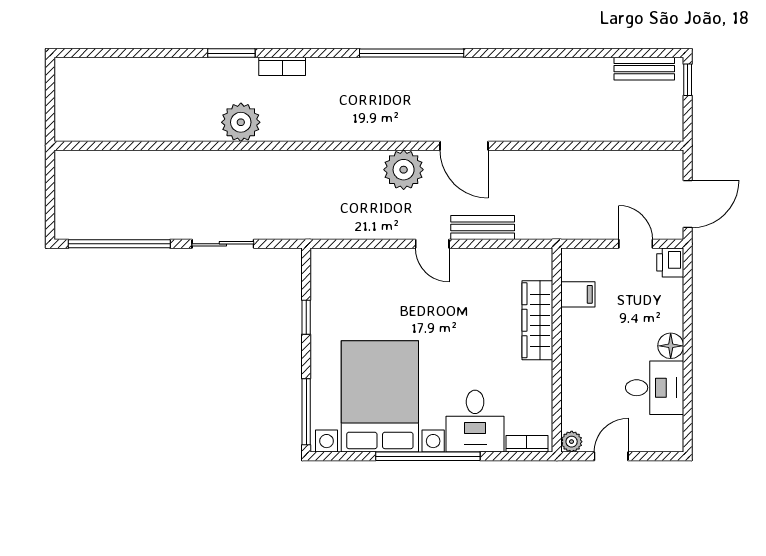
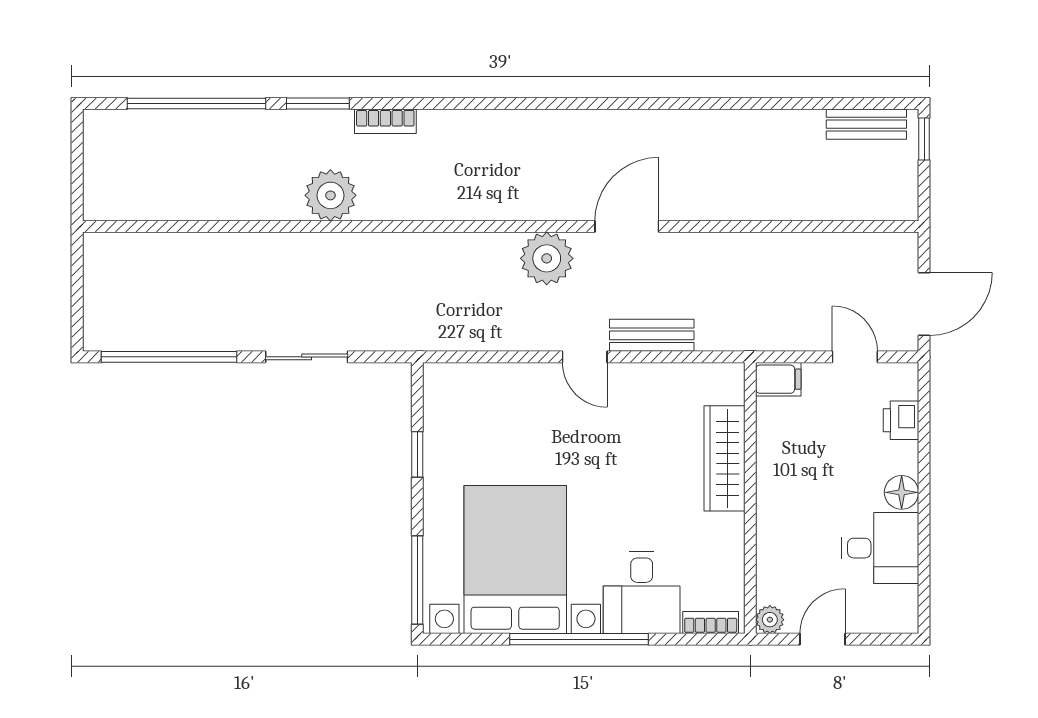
window: (412, 53) -> (197, 103), moved
door: (464, 146) -> (627, 227), swing flipped
printer: (670, 262) -> (901, 420), moved
filing cabinet: (578, 294) -> (778, 379), moved

